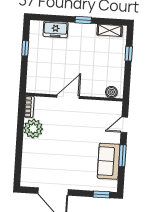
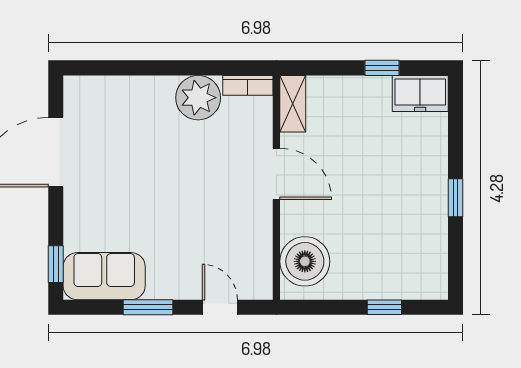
freezer: (56, 29) -> (420, 93), moved, turned -90
shelving: (110, 30) -> (293, 104), moved
boiler: (111, 92) -> (305, 261), width x1.86, depth x1.86
sofa: (109, 161) -> (104, 276), moved

